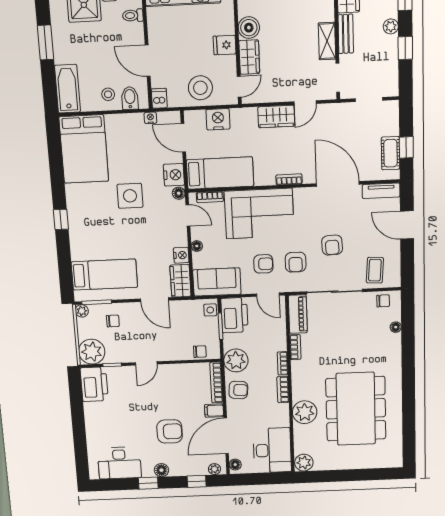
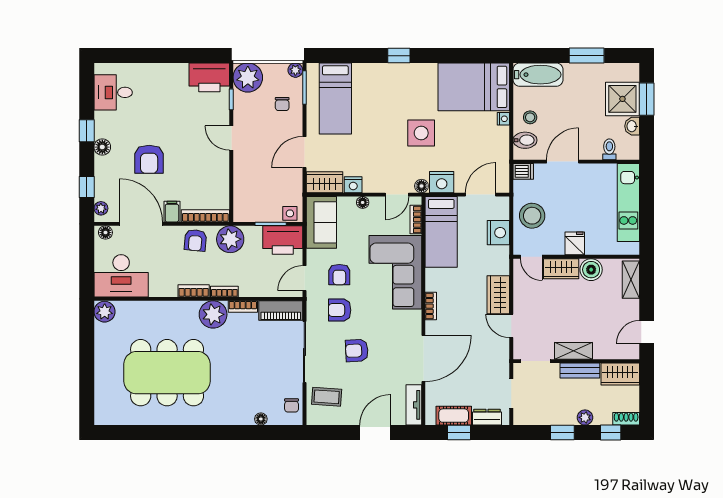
nightstand: (150, 118) -> (503, 119), moved
dresser: (392, 122) -> (487, 417), added
chair: (200, 352) -> (242, 199), removed
plant: (305, 412) -> (213, 314), moved
desk: (119, 463) -> (113, 92), width x0.73

